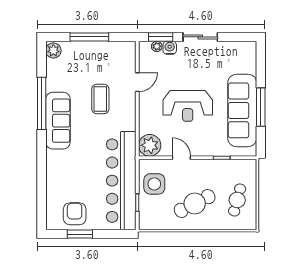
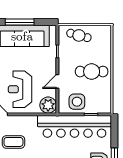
reception desk: (188, 106) -> (20, 89), moved, turned 180
cafe table: (237, 200) -> (79, 35), moved
cafe table: (195, 203) -> (92, 72), turned -63

